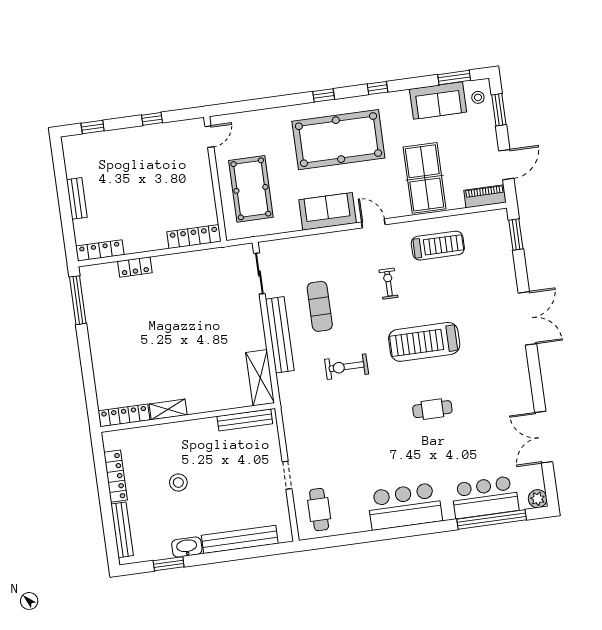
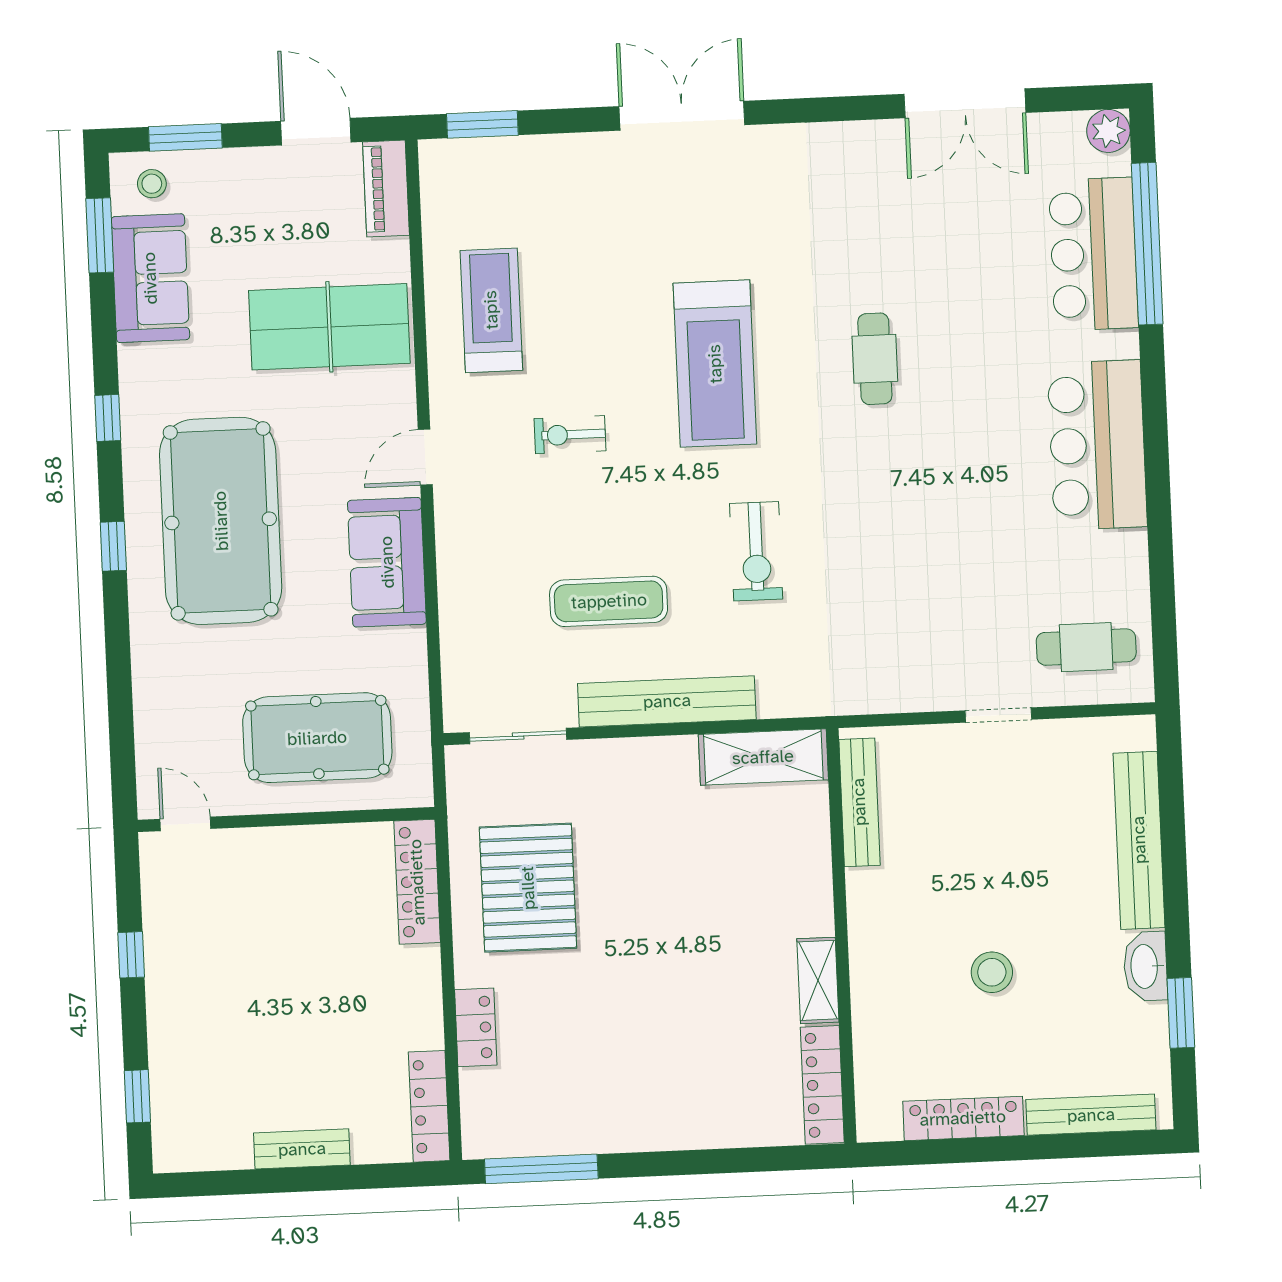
pallet: (196, 284) -> (528, 888), added

